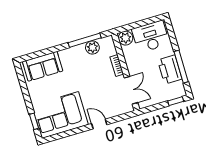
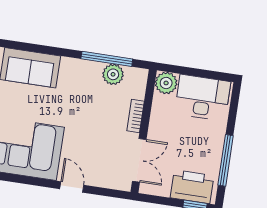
printer: (170, 69) -> (192, 187), moved, turned 90

